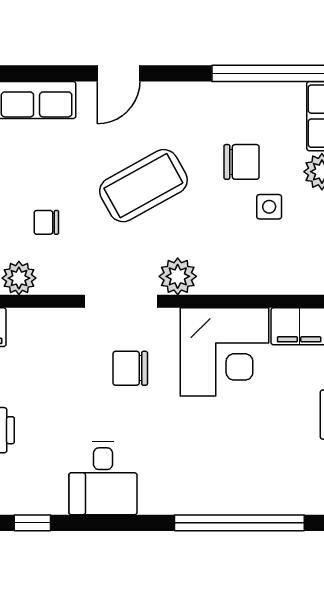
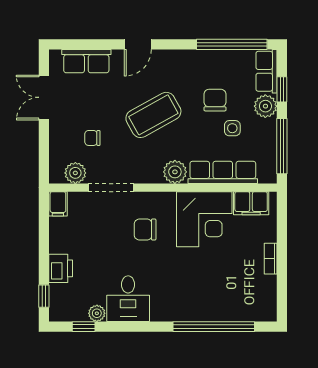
chair: (242, 162) -> (215, 100), turned -90
row of seats: (254, 277) -> (223, 172), added
doorway: (121, 301) -> (111, 188), moved
plant: (53, 502) -> (97, 313), added

